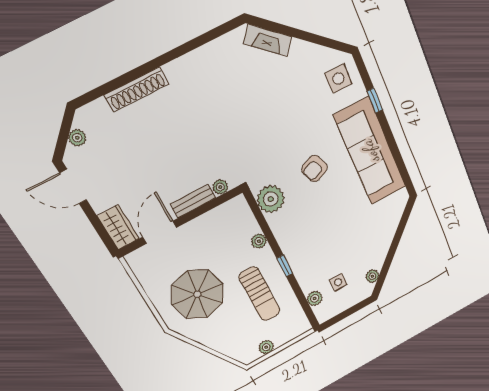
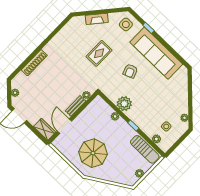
fireplace: (268, 40) -> (97, 19), moved
rug: (271, 116) -> (99, 53), added
plant: (271, 199) -> (124, 104), moved
sun lounger: (260, 294) -> (145, 149), moved

